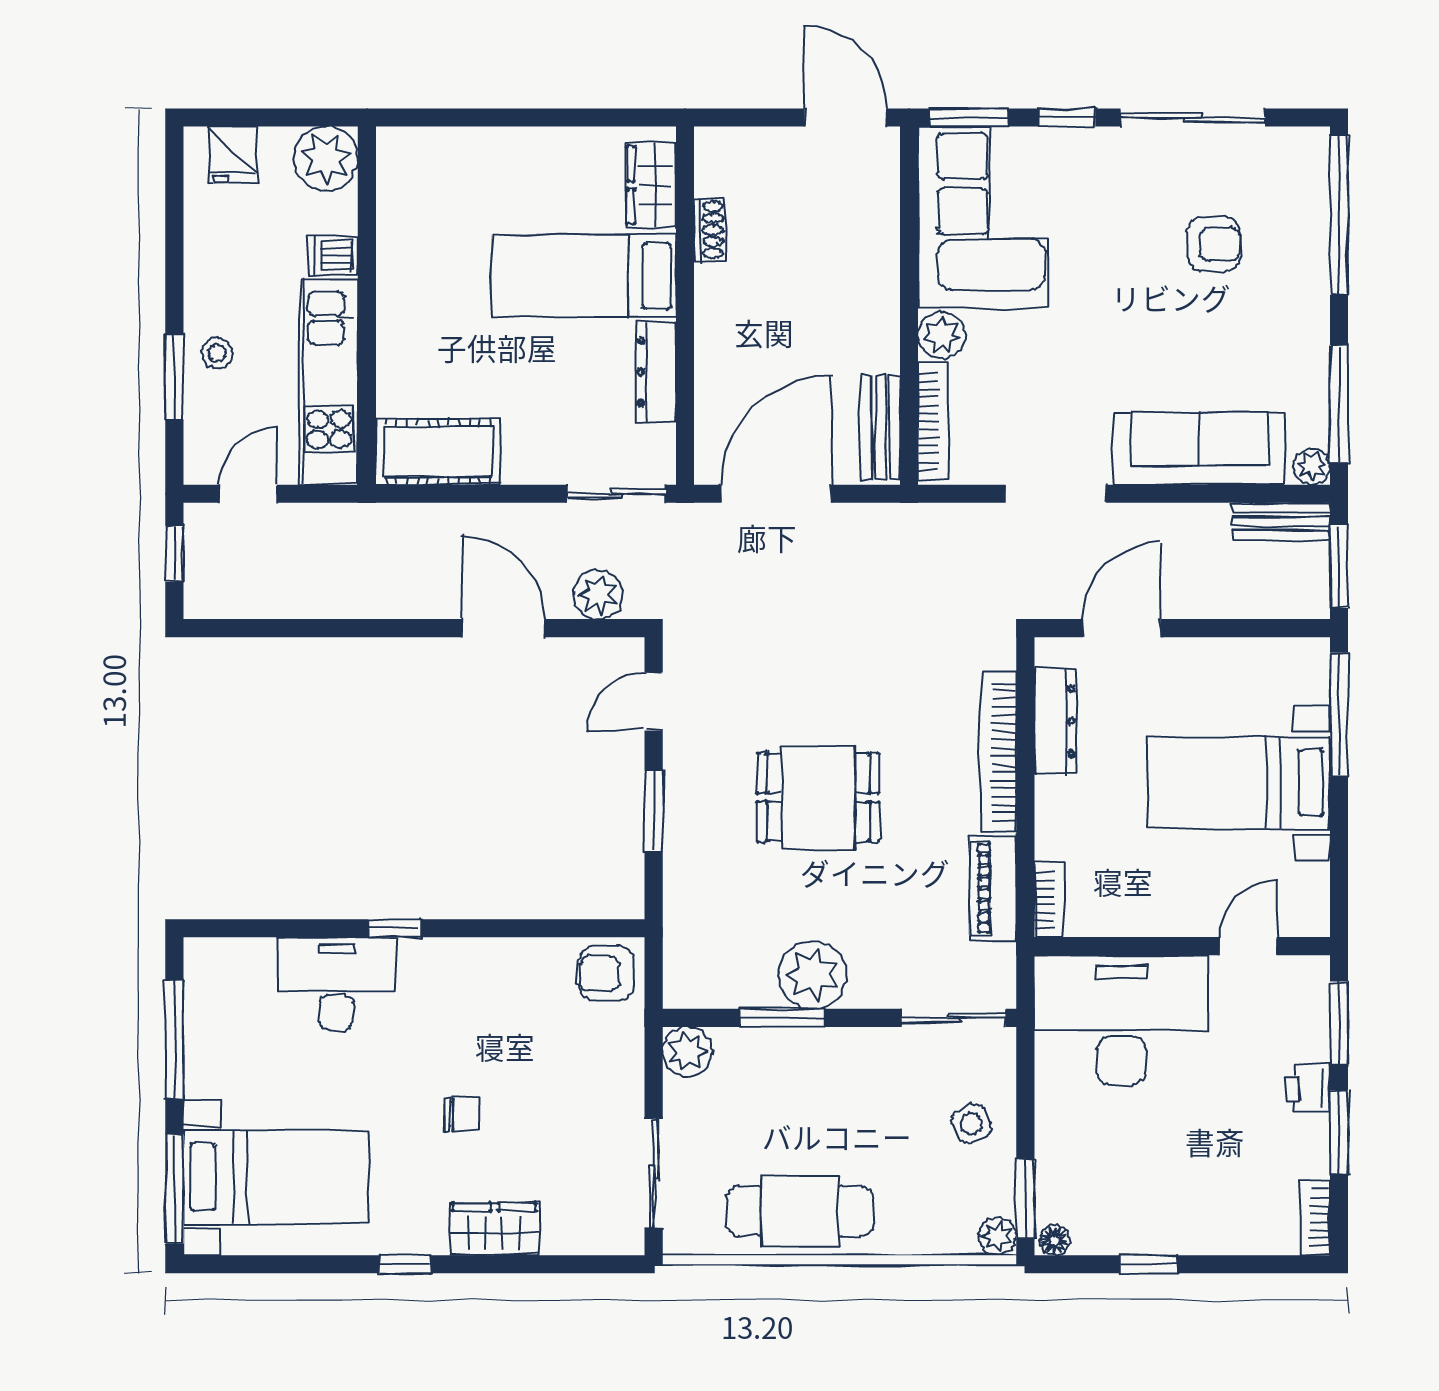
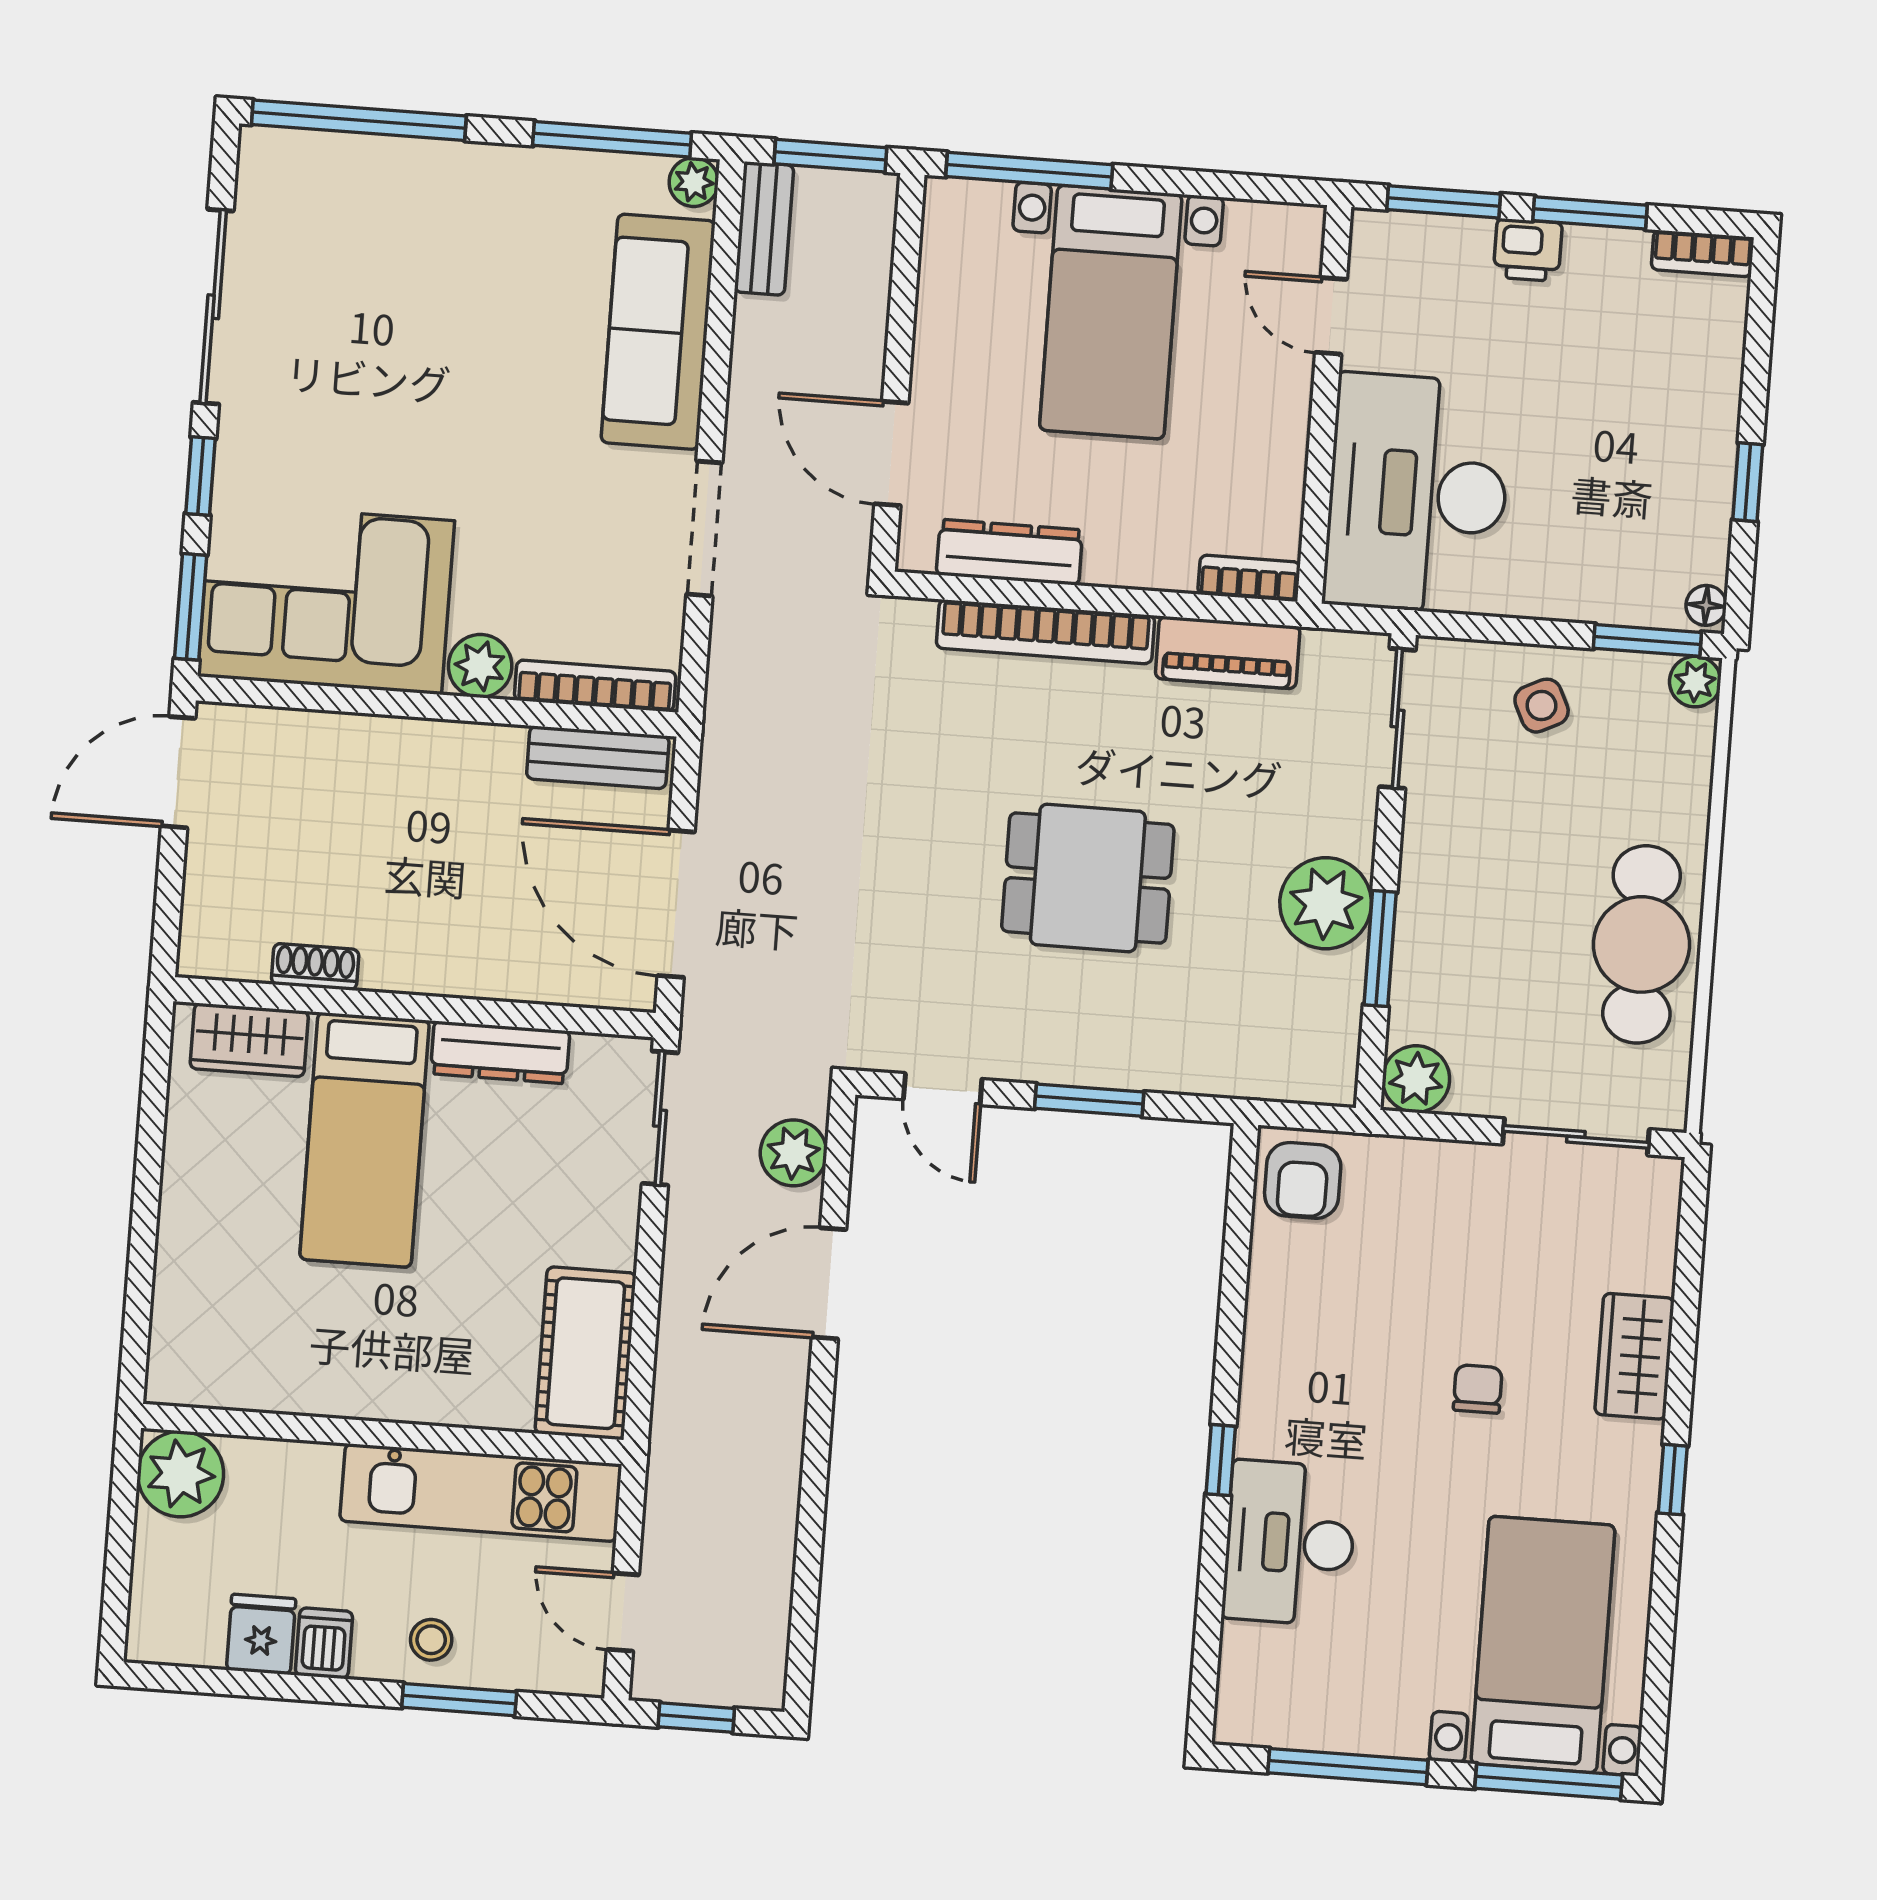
fridge: (233, 155) -> (261, 1634), moved, turned -90
armchair: (1213, 244) -> (385, 292), removed
dishwasher: (333, 256) -> (324, 1643), moved, turned 180
dining table: (818, 797) -> (1088, 878), turned 90

